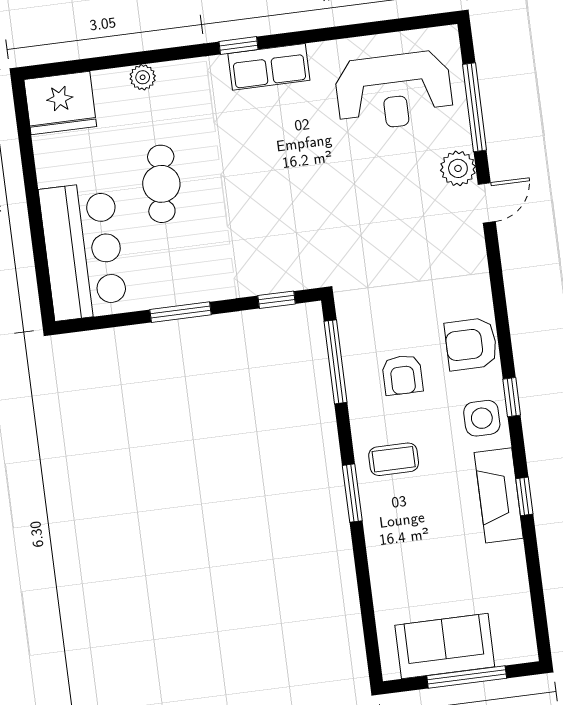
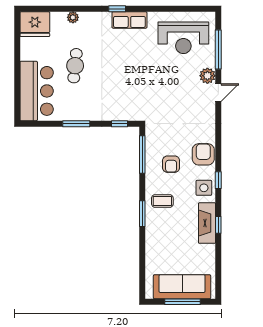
armchair: (471, 344) -> (203, 154), turned 90
sofa: (445, 646) -> (182, 287), width x1.36

